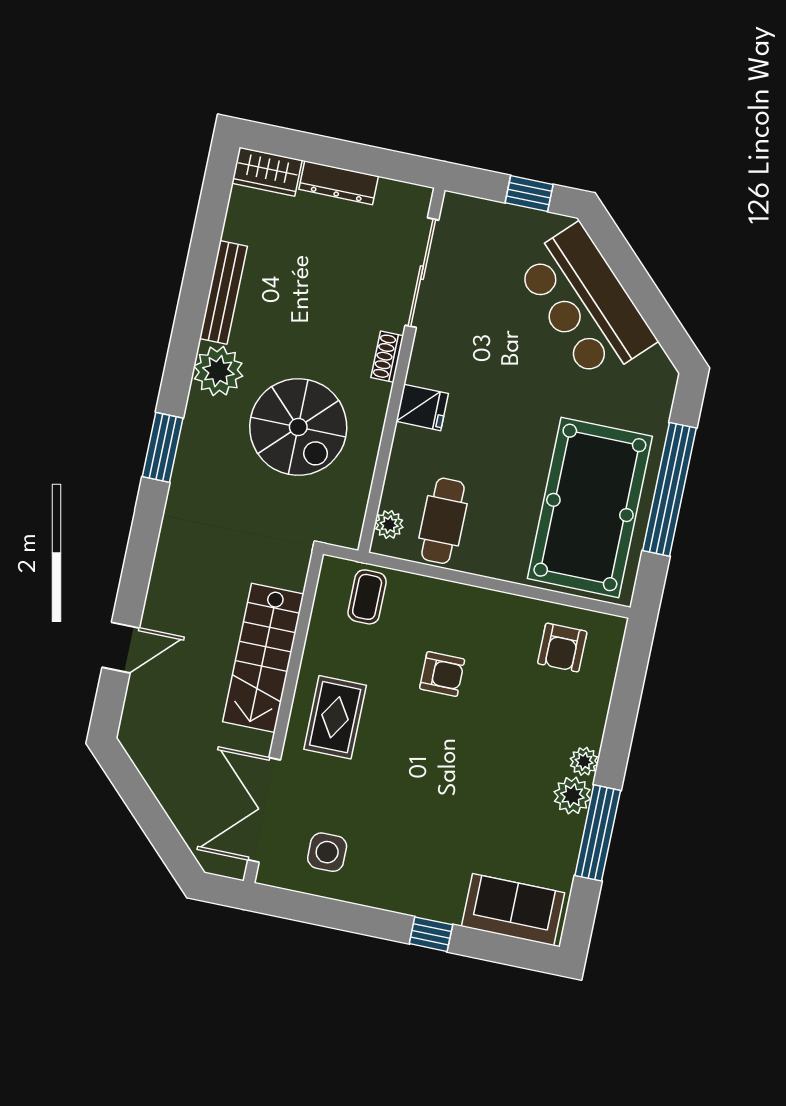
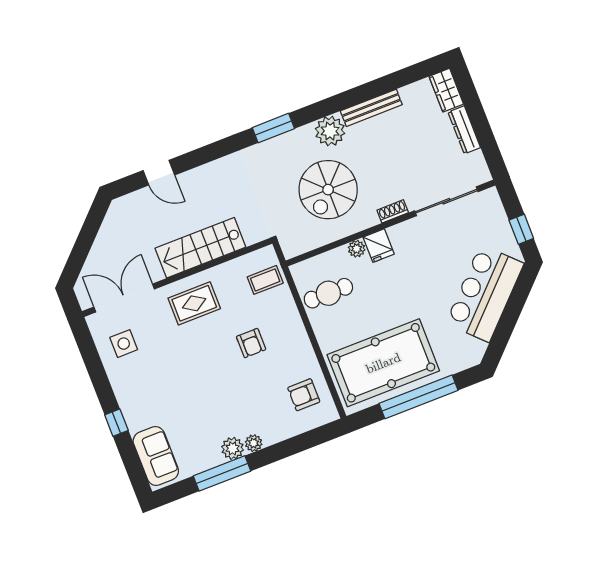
plant: (389, 524) -> (357, 249), moved

